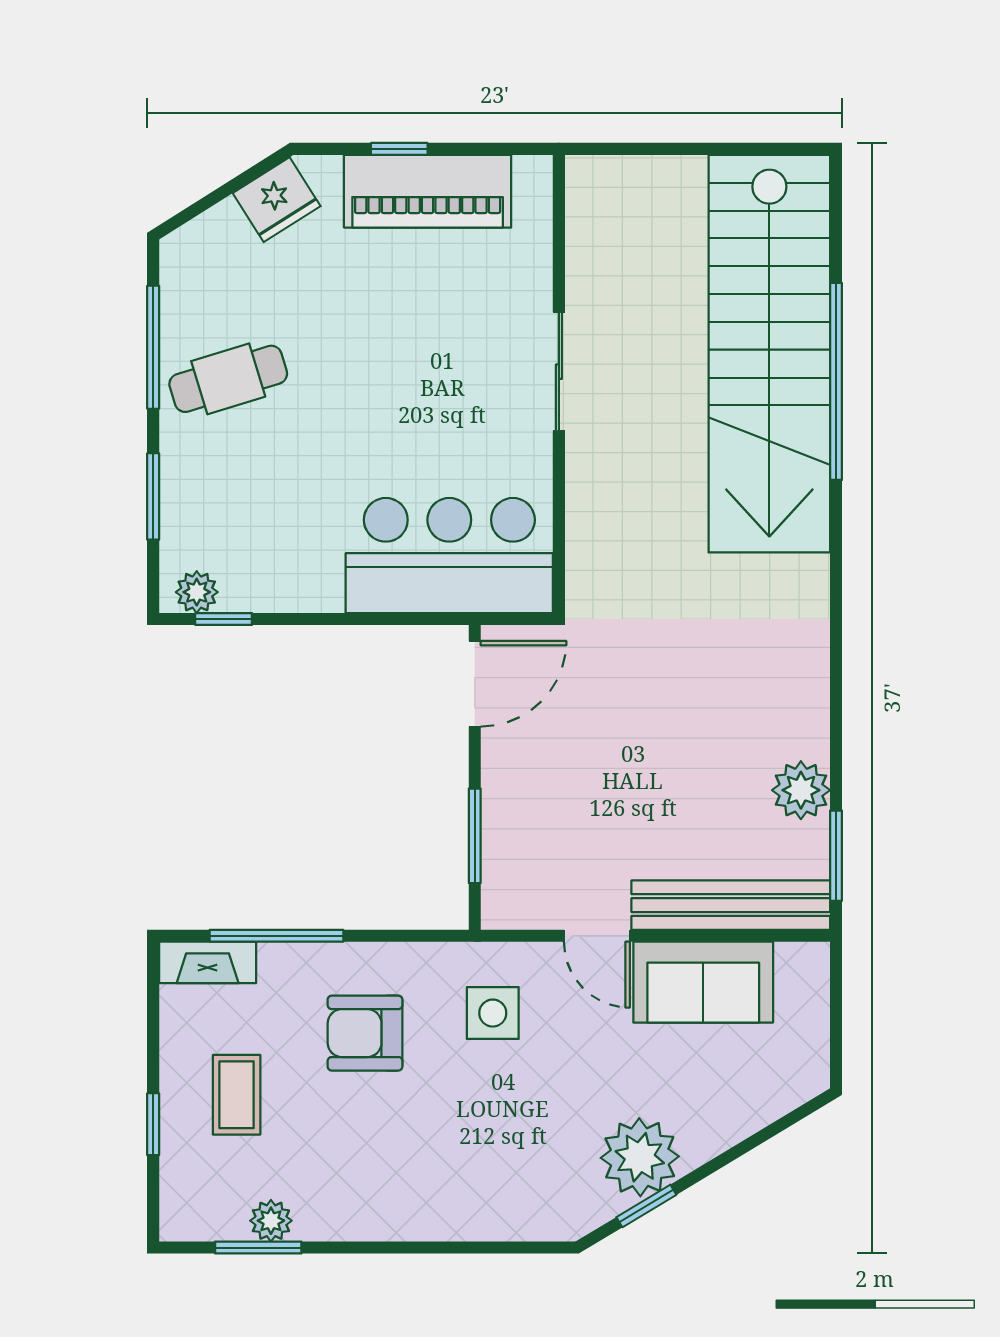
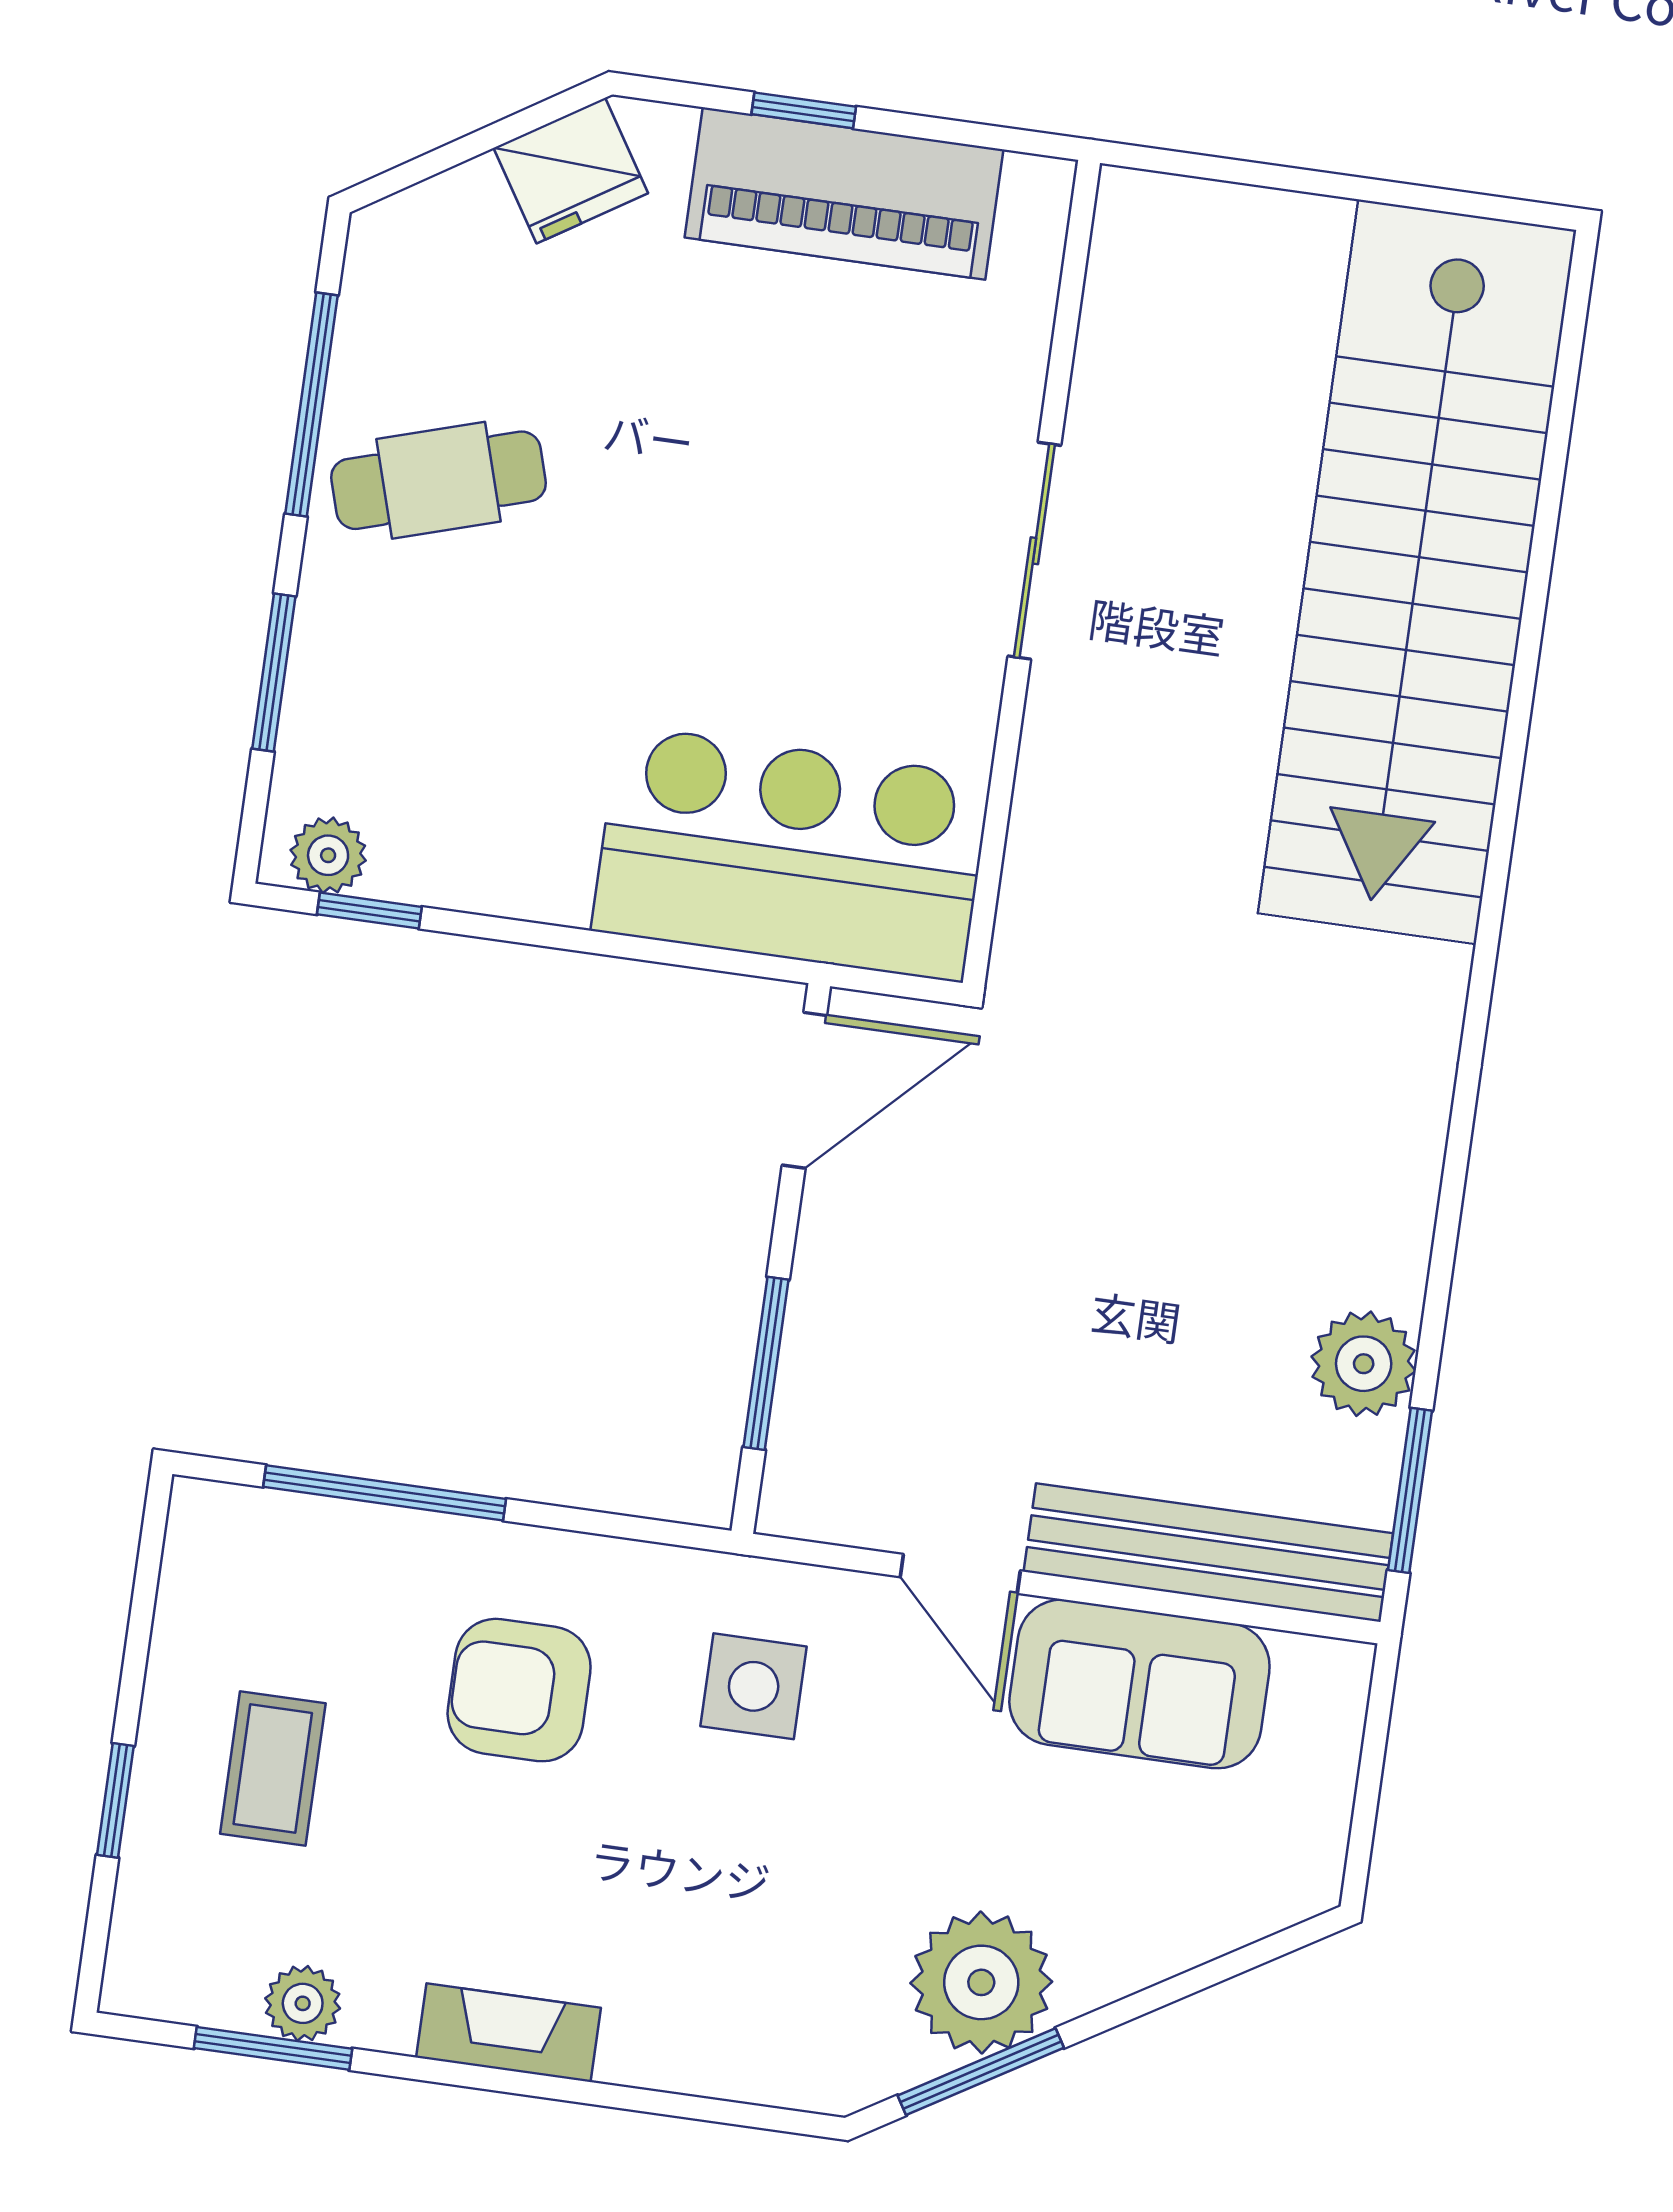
window: (836, 381) -> (1530, 638), removed
fireplace: (208, 962) -> (508, 2033), moved, turned 180
window: (646, 1206) -> (981, 2072), width x1.50

